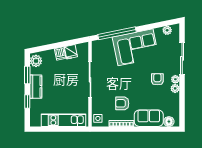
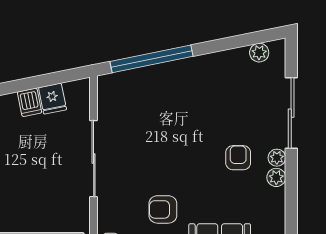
corner sofa: (135, 47) -> (191, 89), removed

